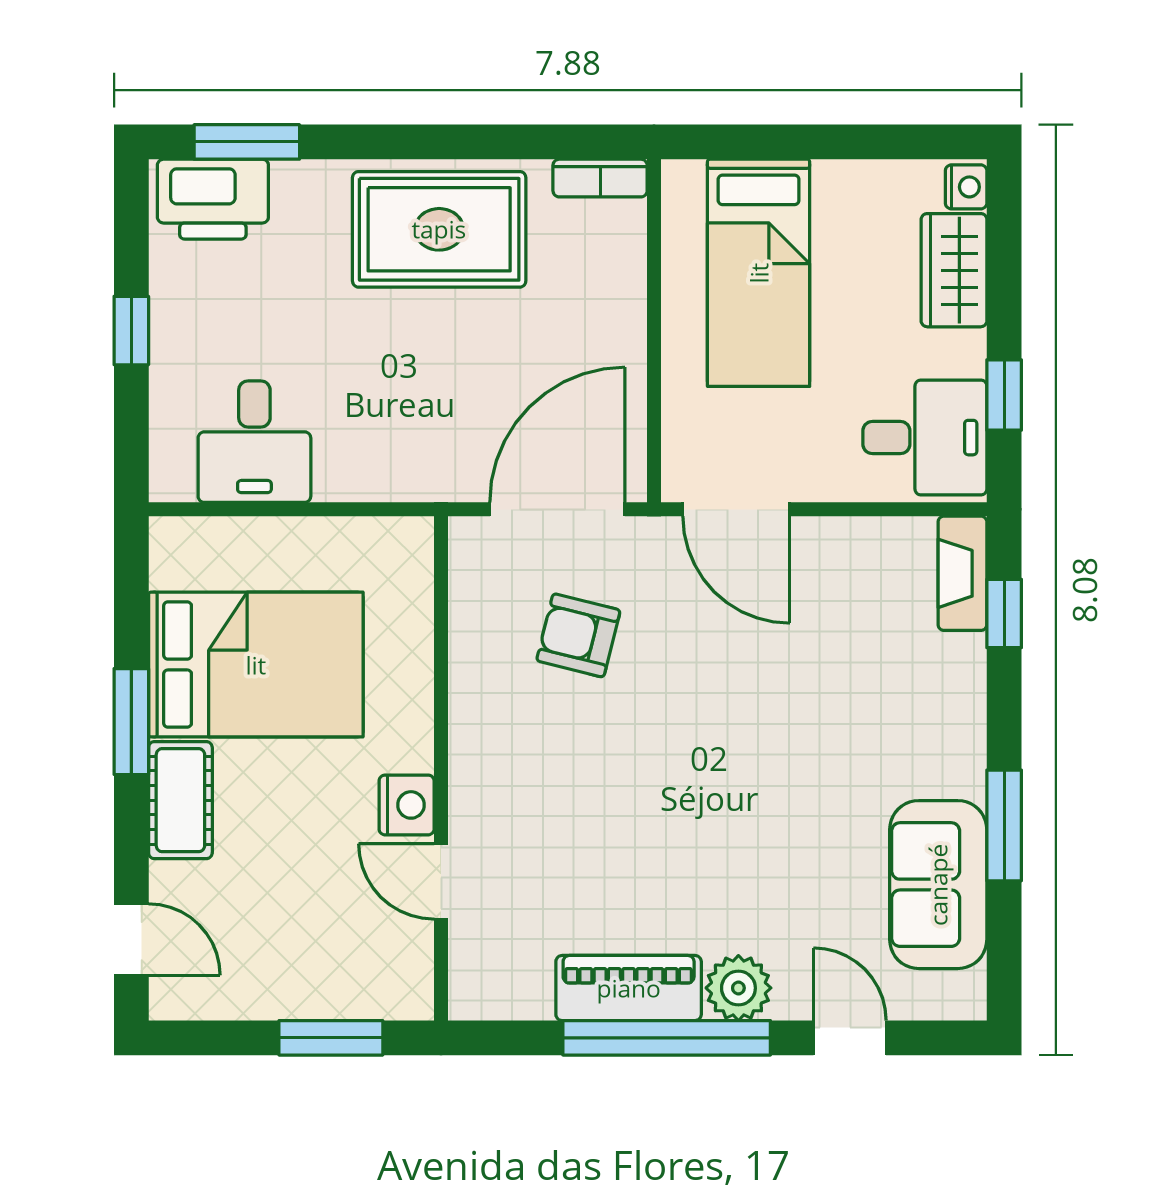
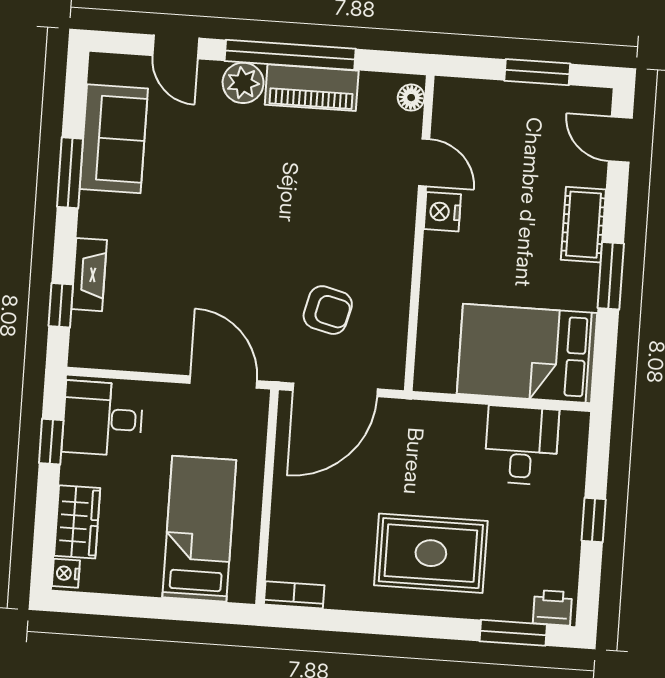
printer: (213, 199) -> (552, 608), width x0.53, depth x0.68
rug: (439, 229) -> (431, 553), moved
fireplace: (962, 573) -> (89, 275), moved
bed: (256, 665) -> (527, 353), moved
floor lamp: (469, 983) -> (411, 98), added
window: (331, 1038) -> (537, 72), moved

